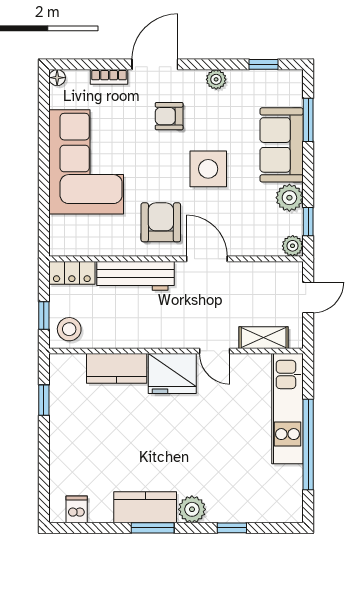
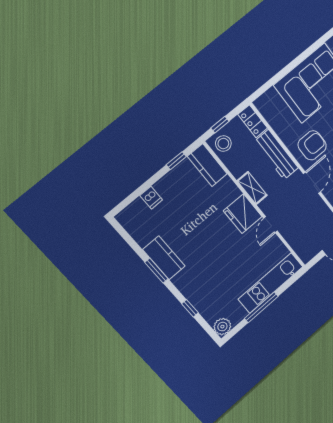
shelving: (264, 338) -> (252, 188), moved
kitchen counter: (117, 368) -> (207, 165), moved
window: (308, 444) -> (261, 307), width x0.68
dishwasher: (77, 509) -> (151, 198), moved, turned 90
plant: (192, 509) -> (222, 327), moved

